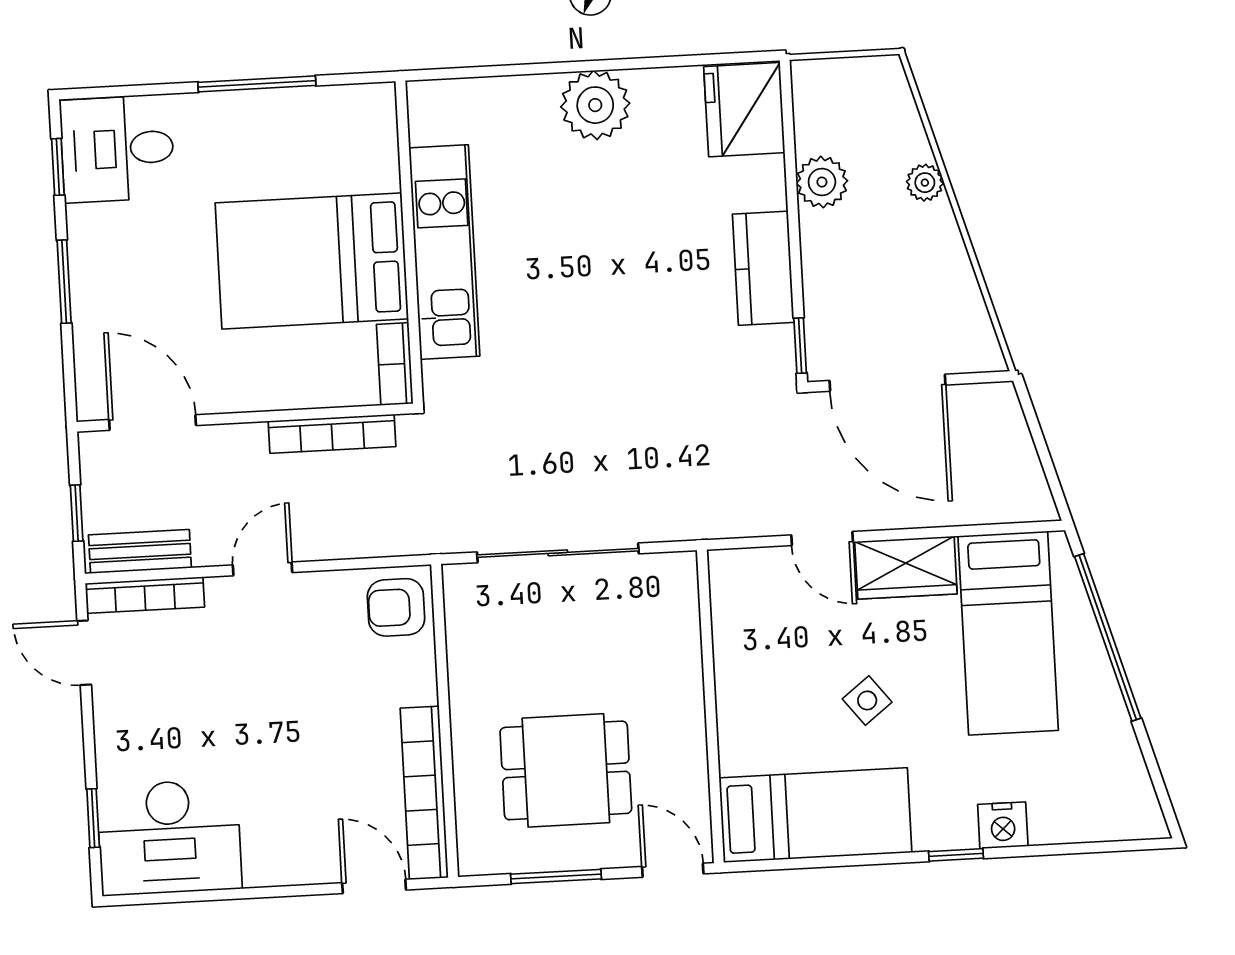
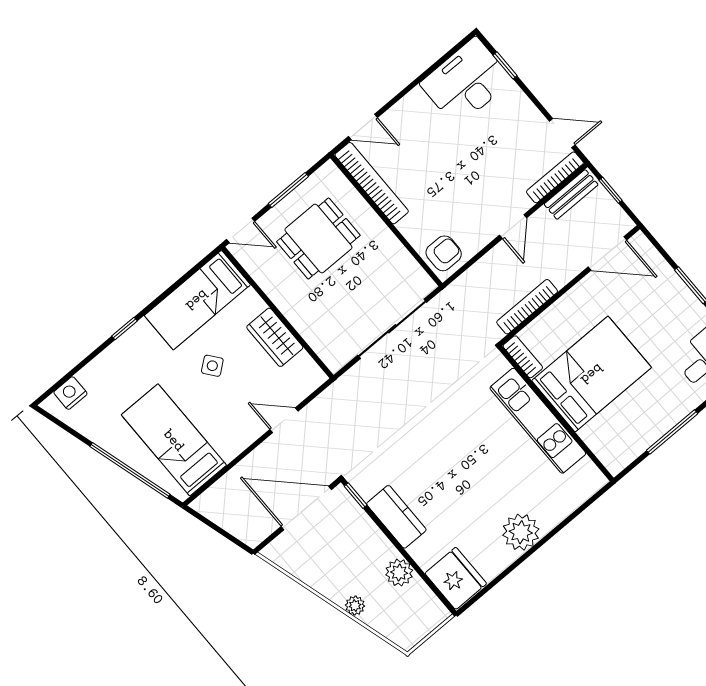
wardrobe: (906, 568) -> (275, 337), moved, turned -90
nightstand: (1003, 825) -> (70, 393), moved

